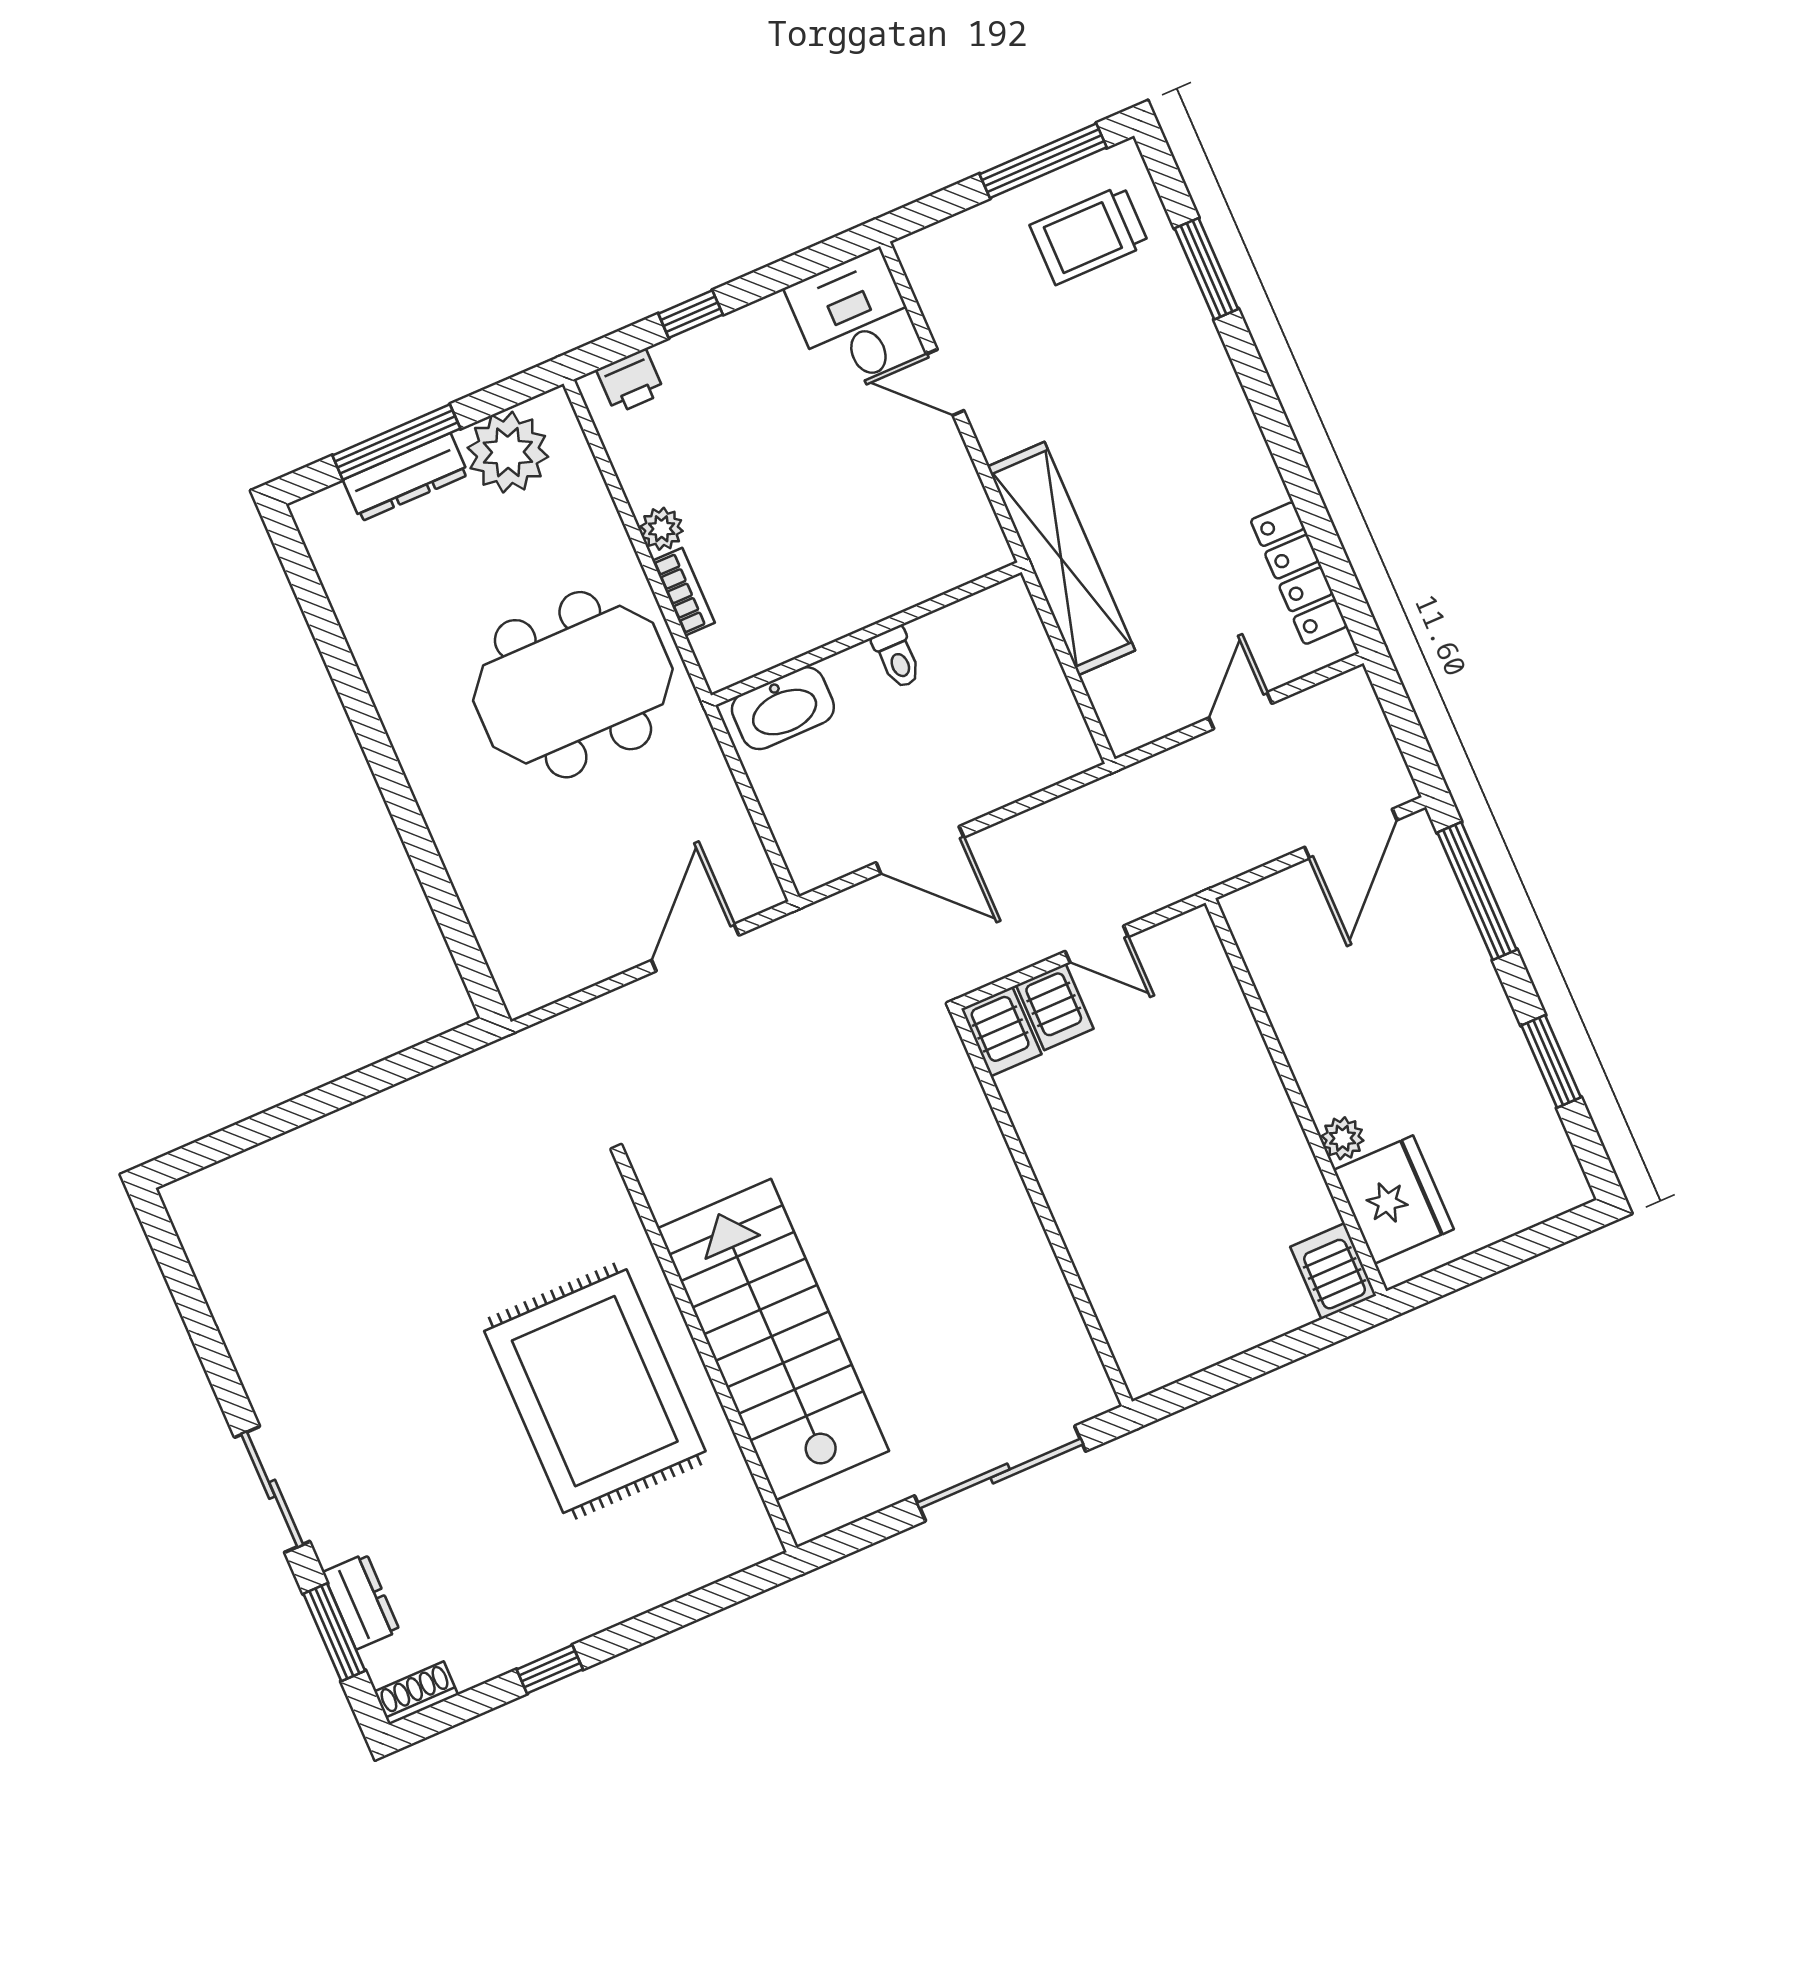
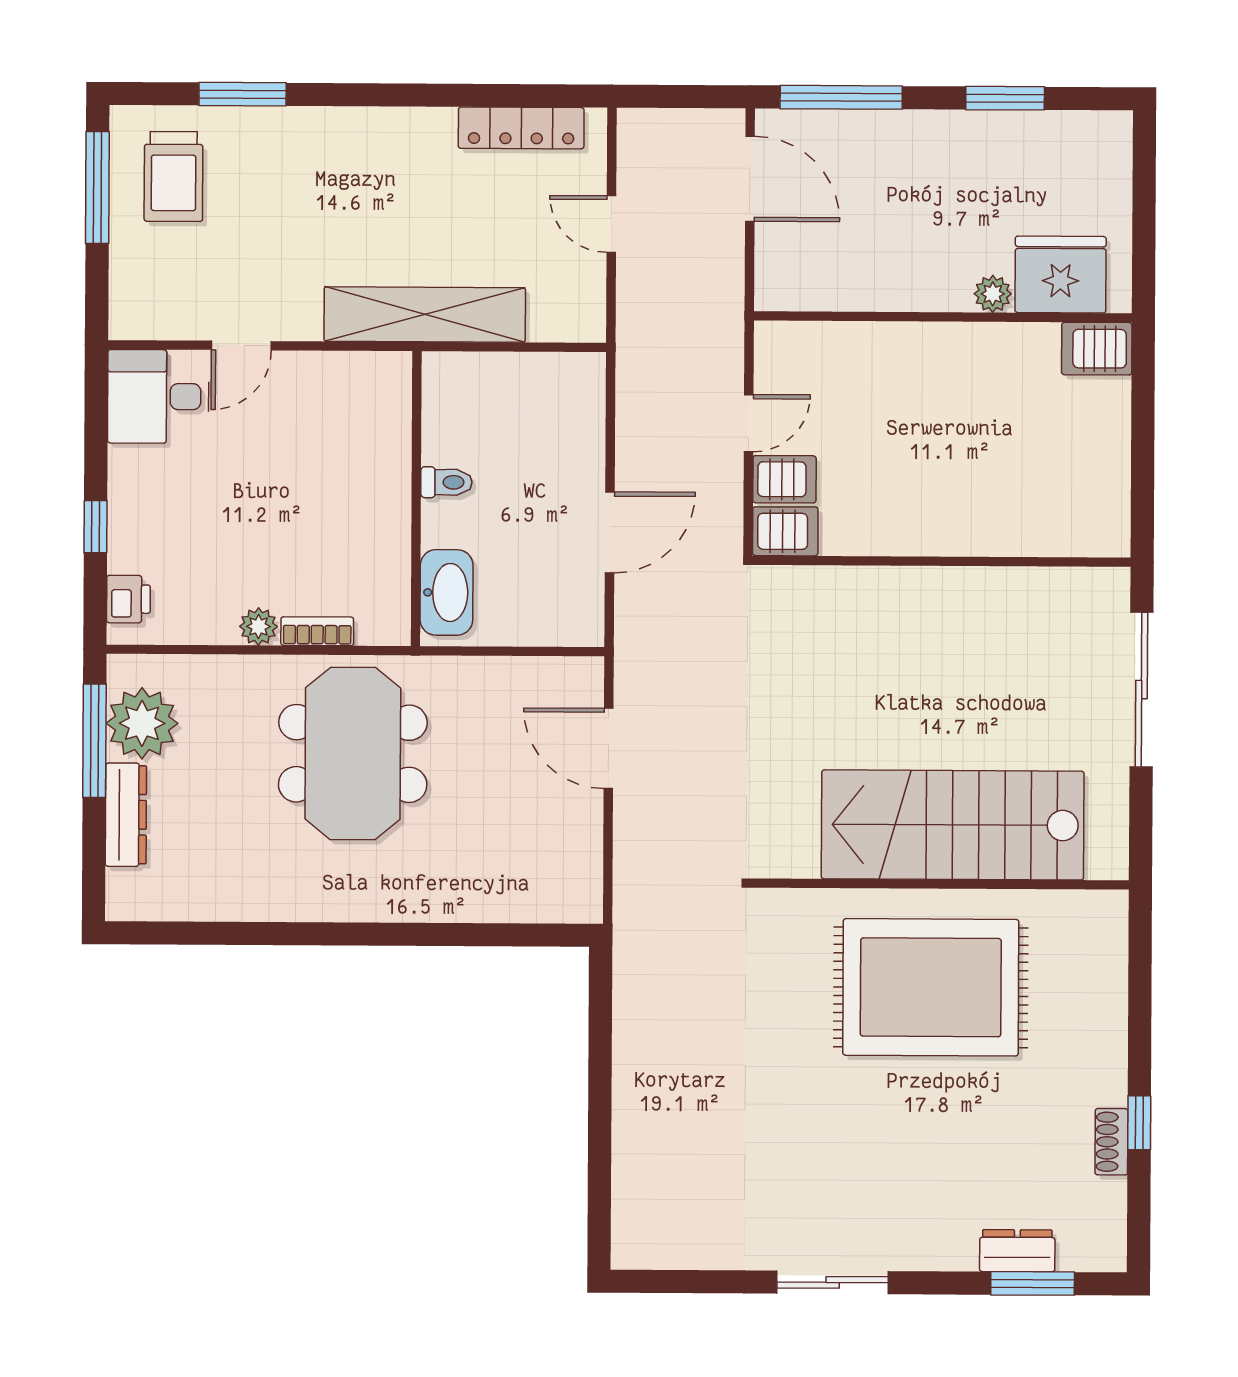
window: (396, 442) -> (94, 741), moved
sliding door: (272, 1489) -> (833, 1282), moved
shoe rack: (416, 1693) -> (1111, 1142), moved

